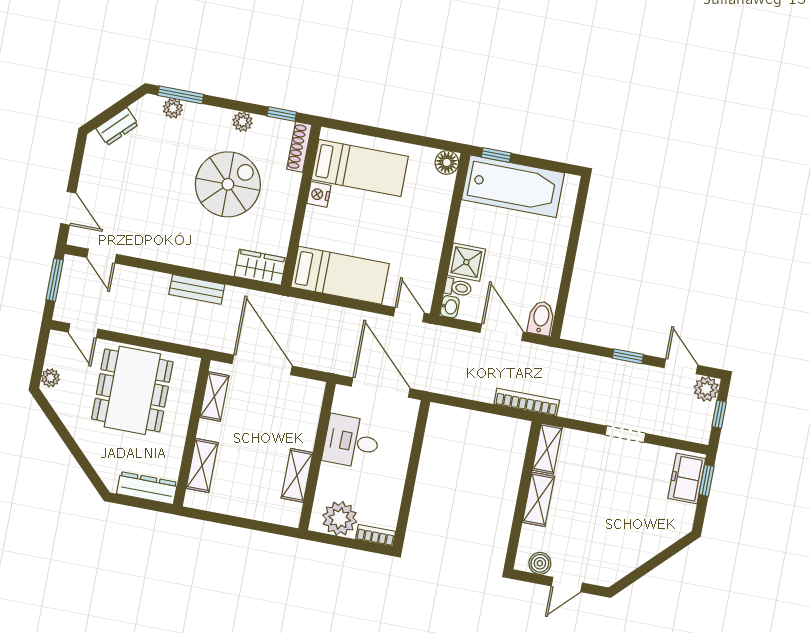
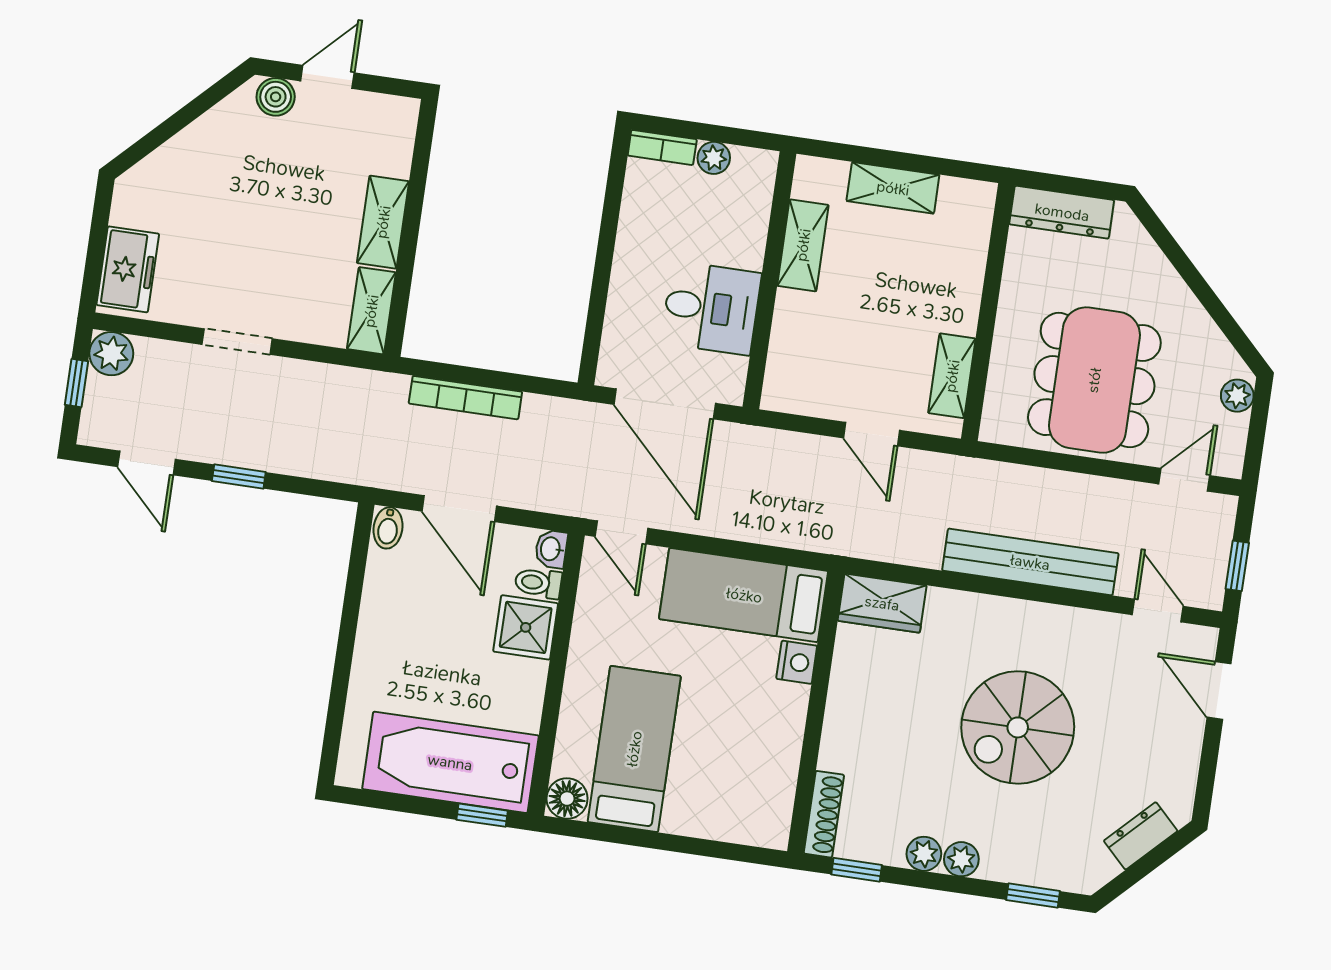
window: (181, 95) -> (1033, 896), width x0.67
plant: (173, 108) -> (961, 859), moved
bed: (360, 168) -> (634, 749), moved, turned 90
spiral stairs: (228, 184) -> (1018, 727), moved
nightstand: (319, 194) -> (797, 662), moved
window: (55, 280) -> (1237, 566), width x0.67
bench: (197, 289) -> (1030, 562), width x1.86, depth x1.21
bidet: (541, 318) -> (388, 528), width x0.72, depth x0.74
door: (83, 331) -> (1184, 480), hinge flipped
door: (262, 365) -> (872, 434), width x0.53
plant: (706, 389) -> (111, 354), moved
bookcase: (527, 402) -> (465, 398), moved
shelving: (202, 466) -> (893, 188), moved, turned 90
window: (706, 480) -> (93, 267), removed
plant: (340, 519) -> (714, 158), width x0.53, depth x0.53
boiler: (540, 563) -> (276, 97), moved

